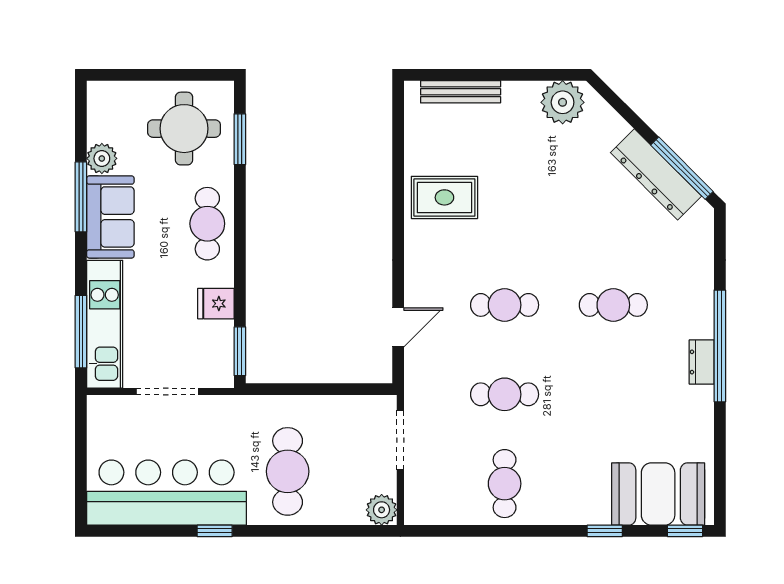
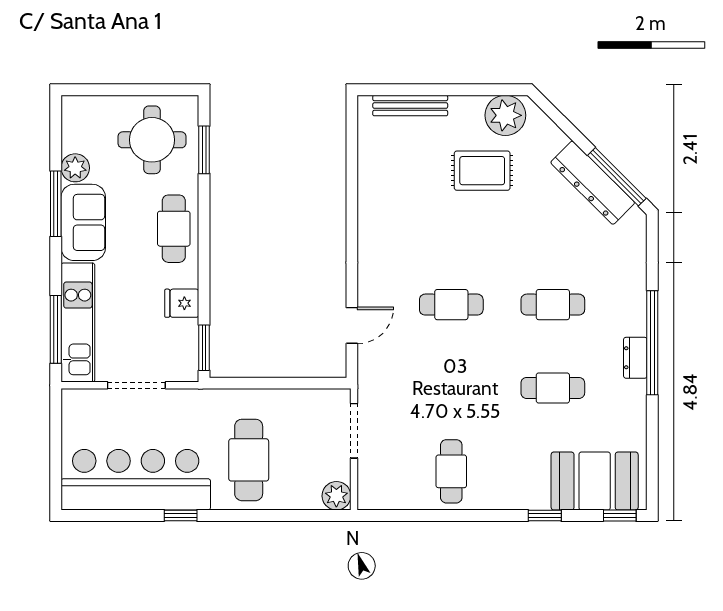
rug: (444, 197) -> (482, 171), moved
cafe table: (505, 394) -> (553, 388), moved

